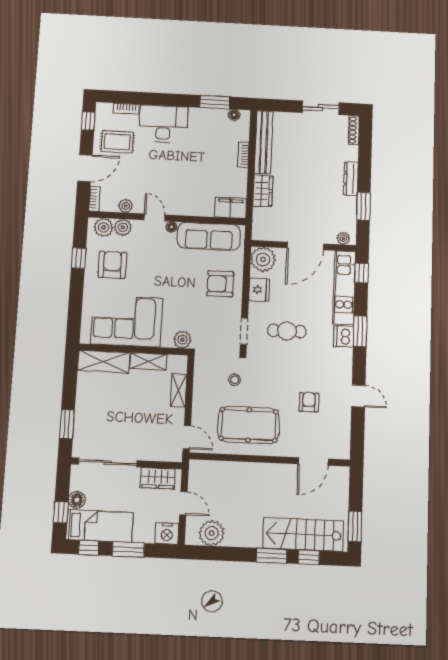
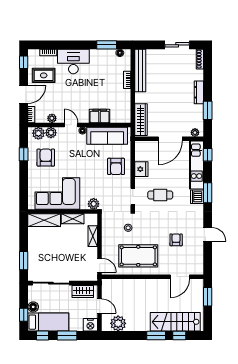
wardrobe: (263, 191) -> (141, 120), moved, width x1.50
filing cabinet: (231, 208) -> (100, 116), moved
plant: (263, 259) -> (143, 149), removed
armchair: (220, 284) -> (116, 166), turned -90
window: (355, 526) -> (208, 297), moved

